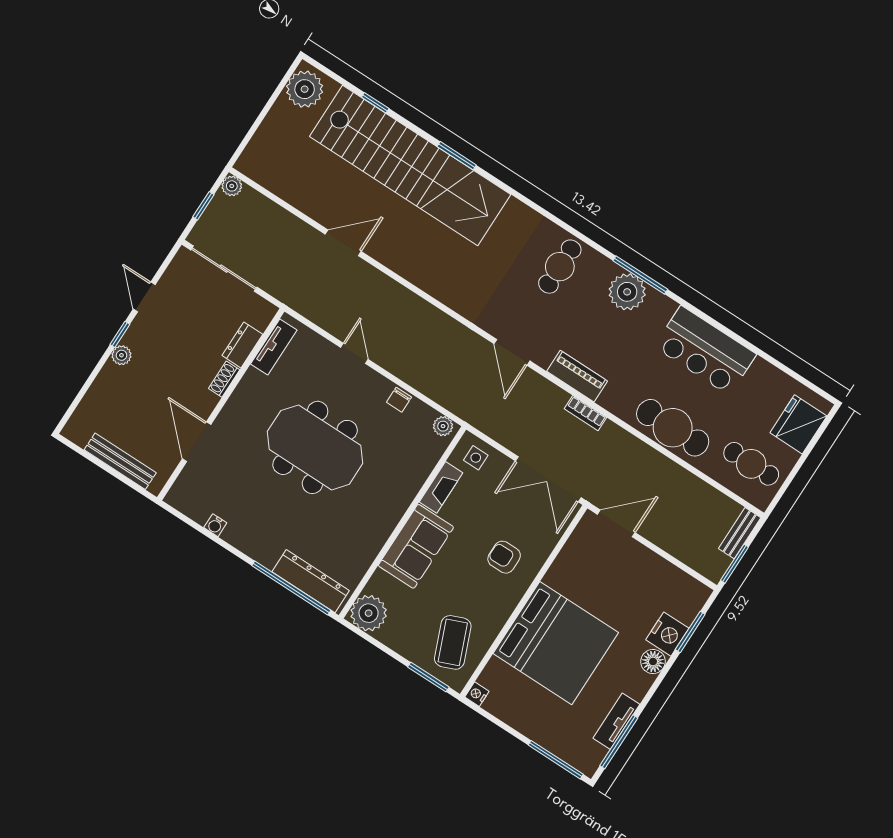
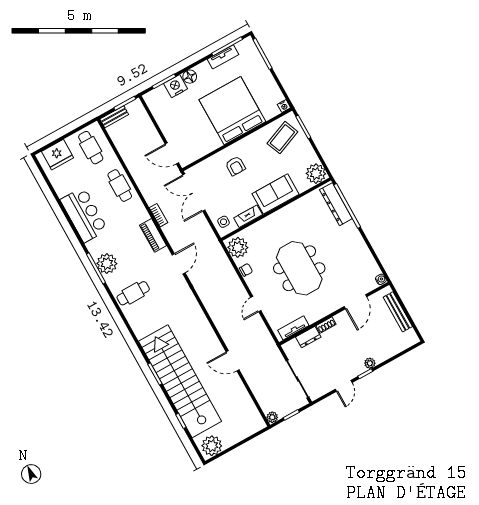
plant: (443, 426) -> (238, 247), width x1.88, depth x1.88
cafe table: (673, 428) -> (120, 186), width x0.73, depth x0.74
double door: (548, 479) -> (194, 193), swing flipped
water cooler: (215, 525) -> (381, 279), moved

